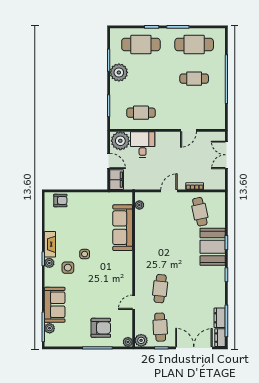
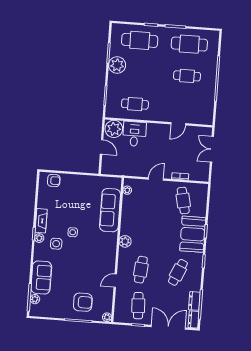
filing cabinet: (117, 180) -> (108, 165), removed
cafe table: (200, 289) -> (178, 272), added
plant: (141, 340) -> (125, 241), moved

